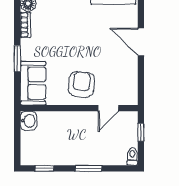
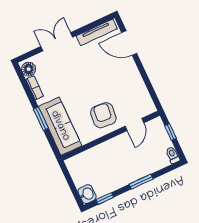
door: (141, 42) -> (129, 43), moved
sofa: (33, 83) -> (60, 126), width x1.36
washbasin: (29, 121) -> (87, 194), moved

